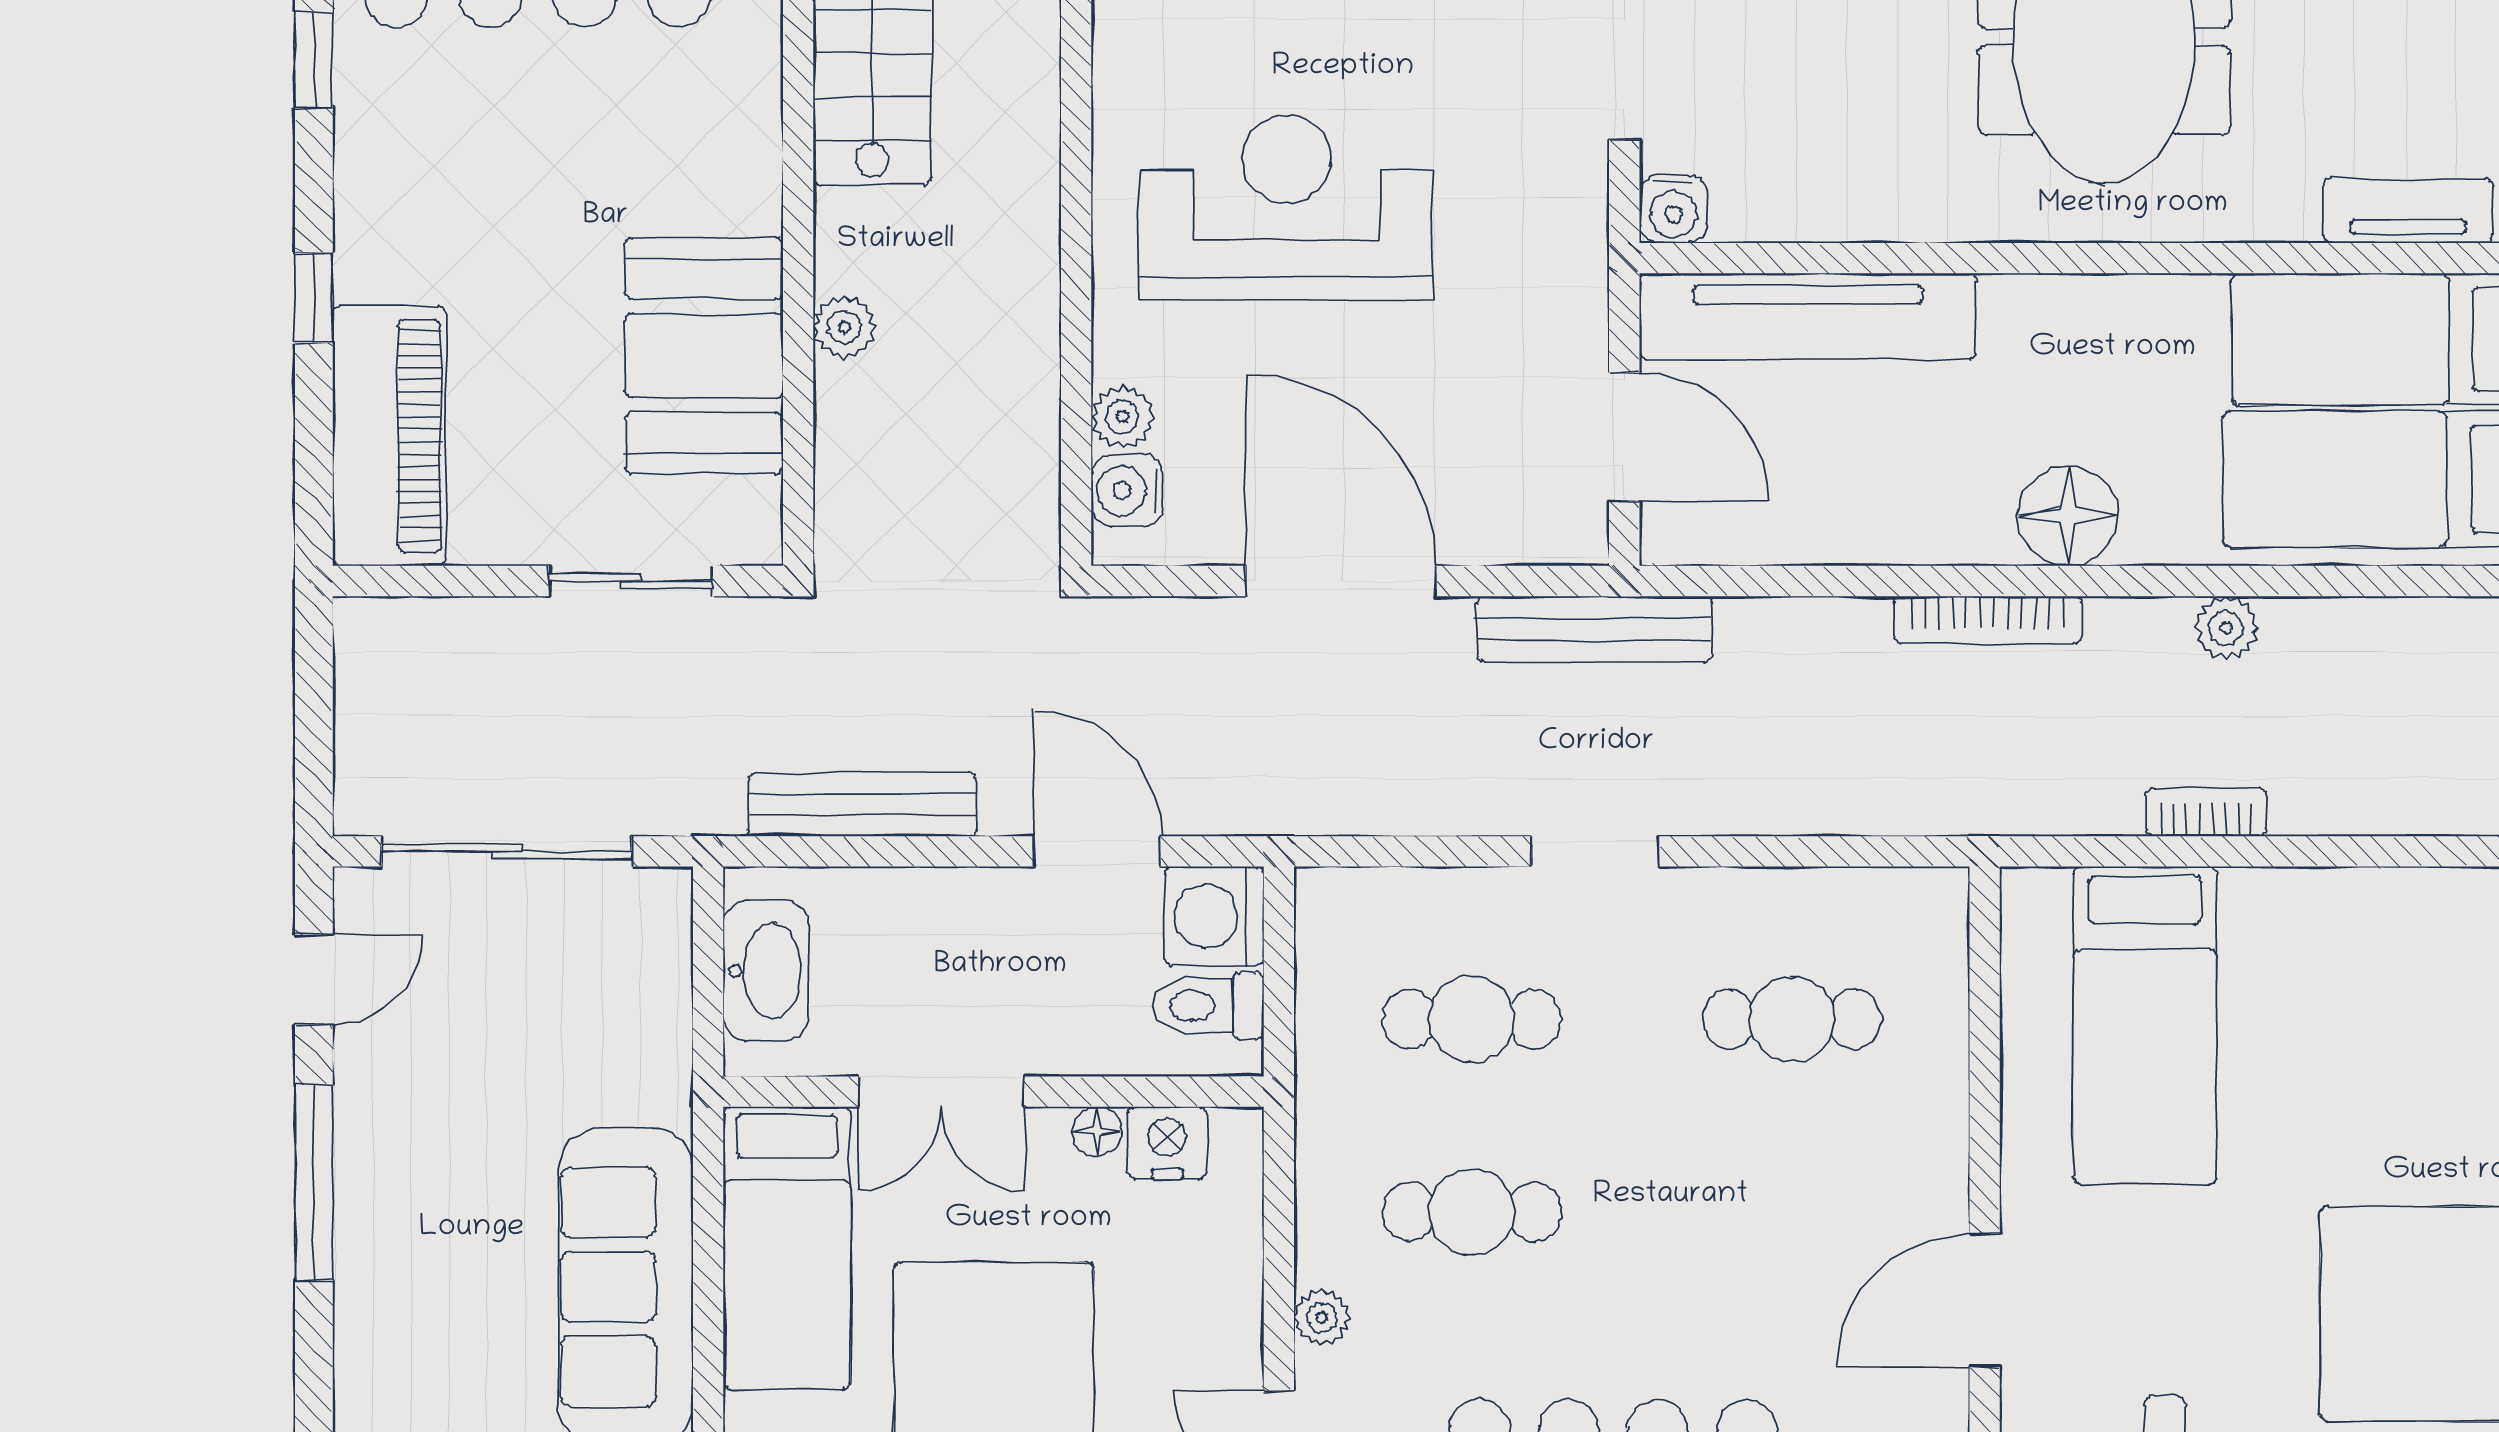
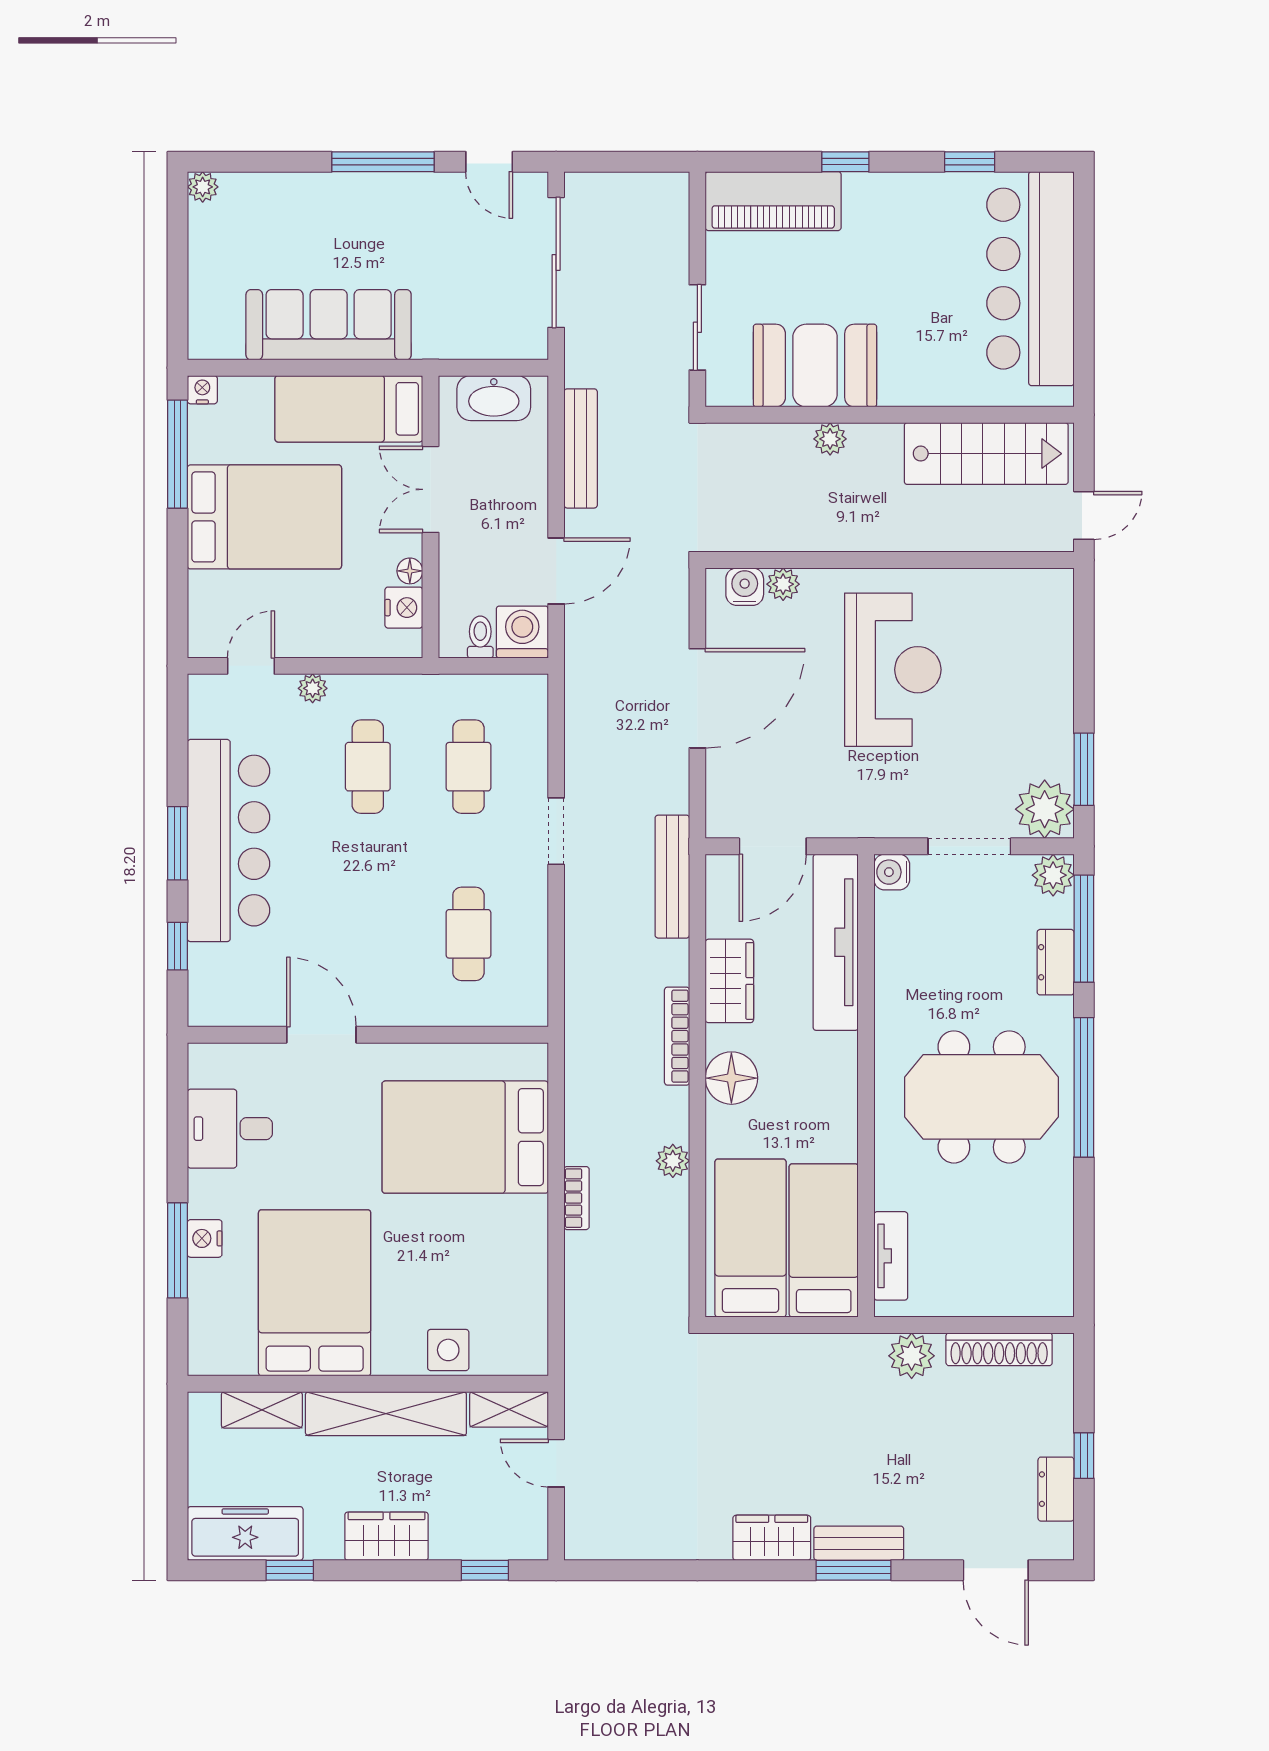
wardrobe: (1882, 520) -> (729, 981), added
bench: (1594, 629) -> (672, 877), moved
bookcase: (2206, 812) -> (577, 1198), moved
toilet: (1208, 1006) -> (480, 637), width x0.73, depth x0.72
bed: (2145, 1025) -> (465, 1137), width x1.50

